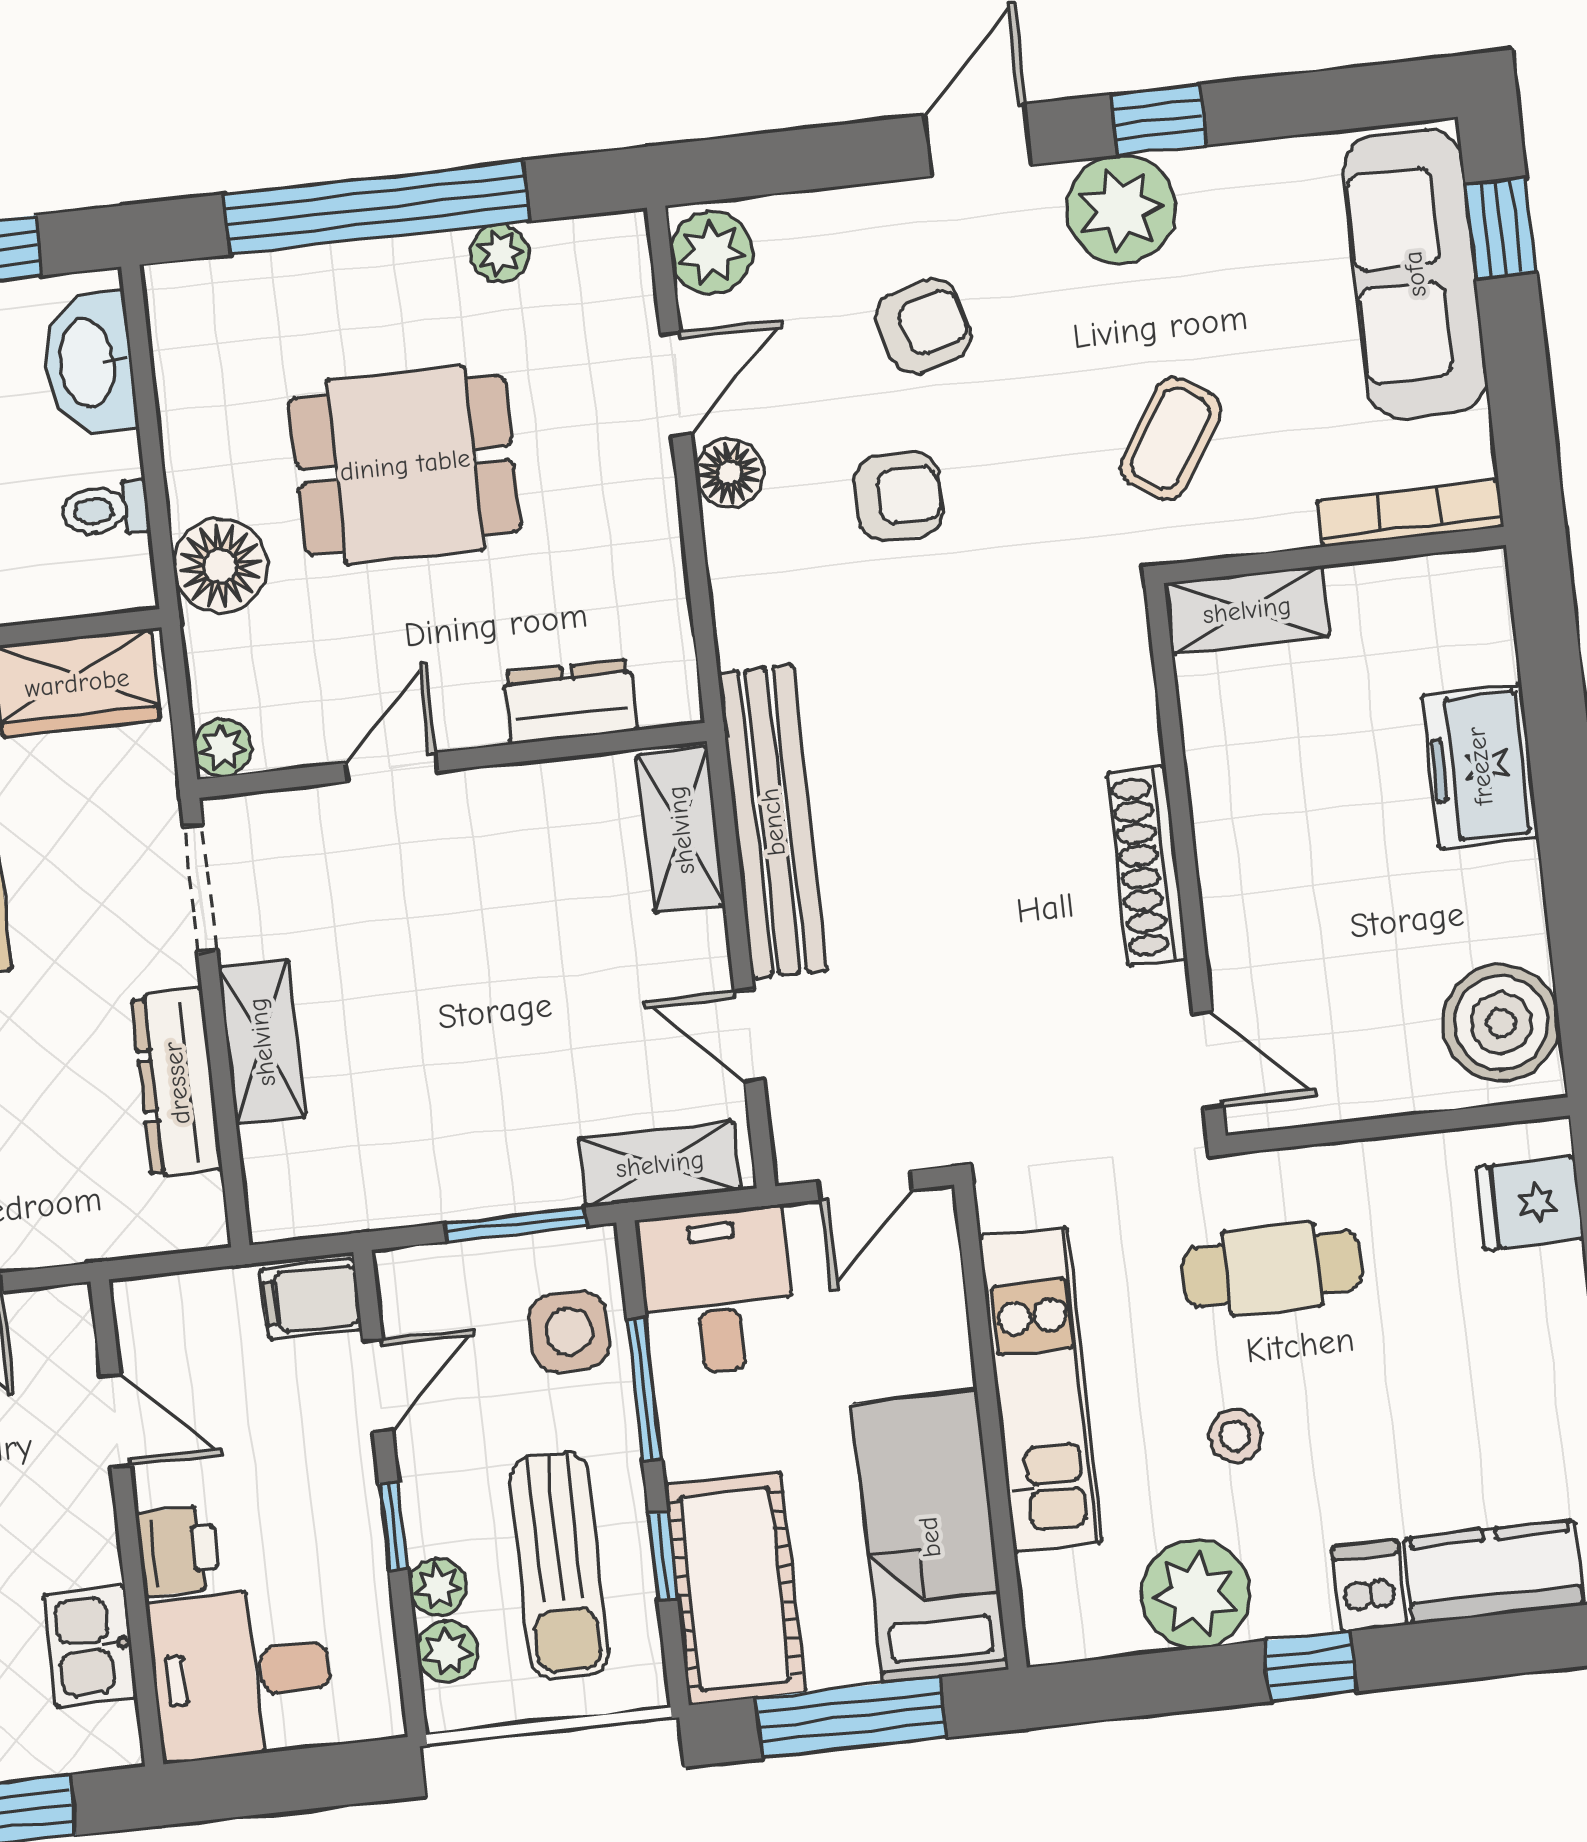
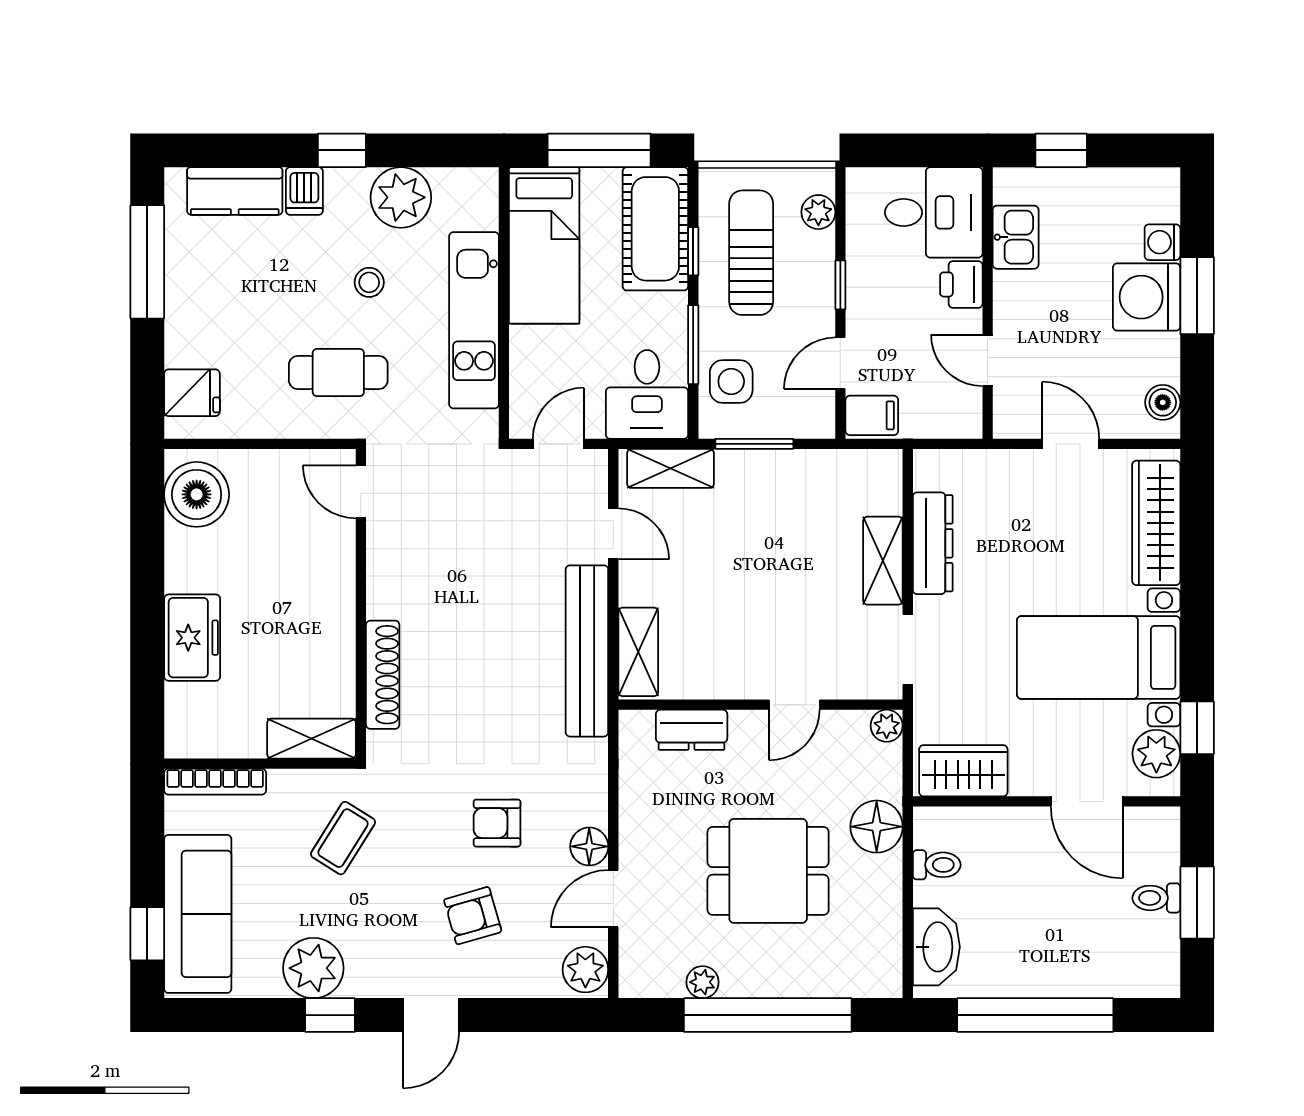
plant: (1121, 209) -> (313, 968), moved
shoe rack: (1147, 866) -> (383, 675), moved
plant: (438, 1587) -> (819, 248), removed

